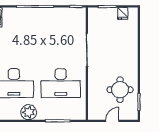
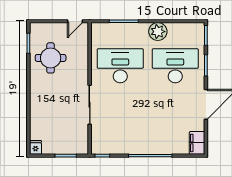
fridge: (123, 13) -> (35, 147), moved
door: (112, 121) -> (75, 21), moved

